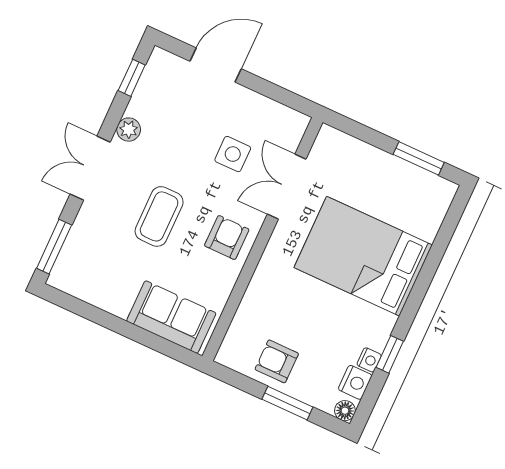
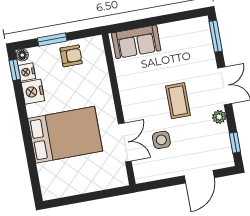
window: (419, 158) -> (71, 200), removed
coffee table: (159, 216) -> (178, 101), moved
armchair: (227, 238) -> (136, 98), removed
window: (390, 354) -> (15, 70), moved
nightstand: (369, 360) -> (33, 92), width x1.89, depth x1.79

